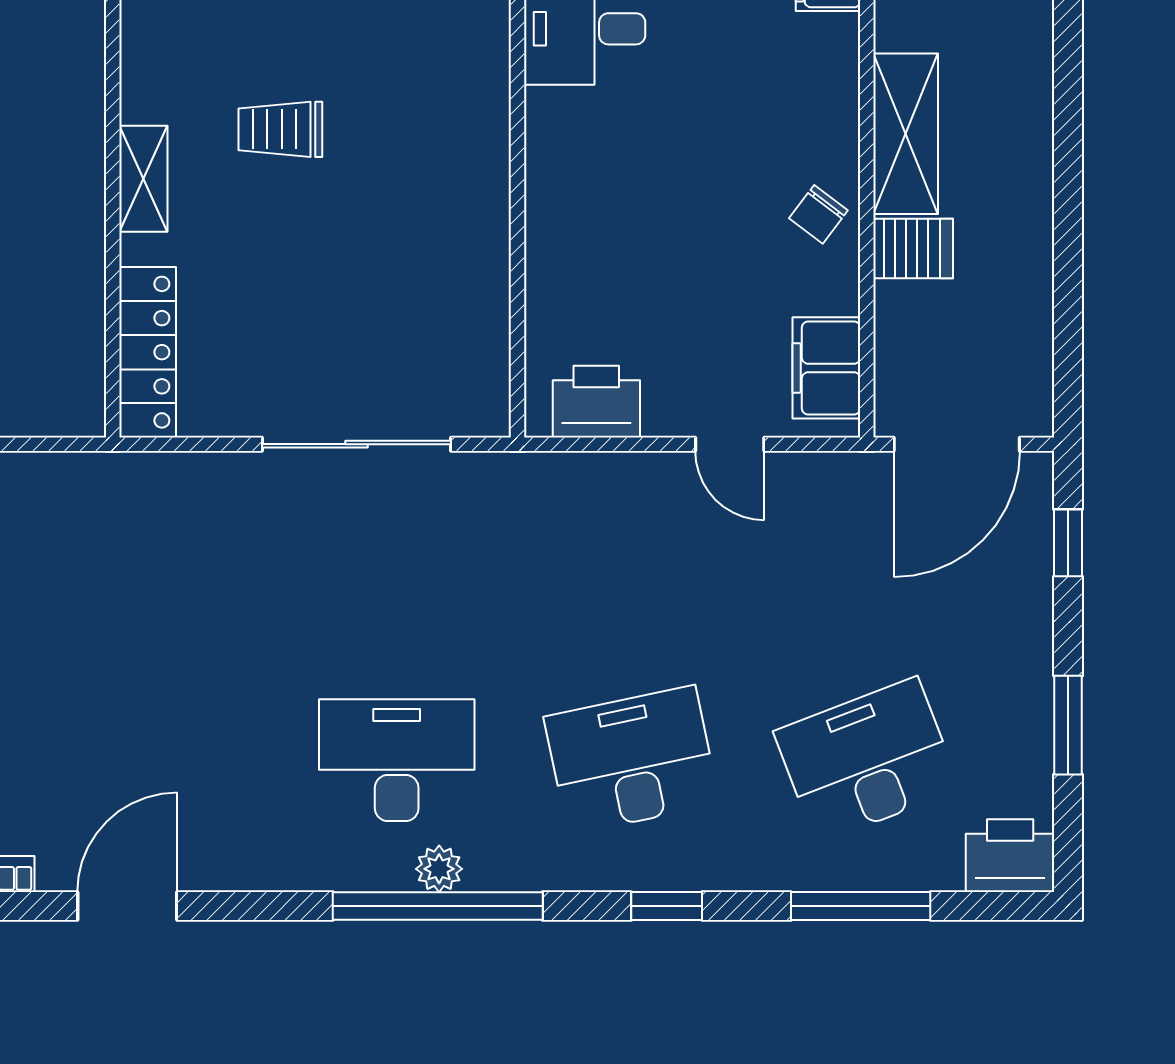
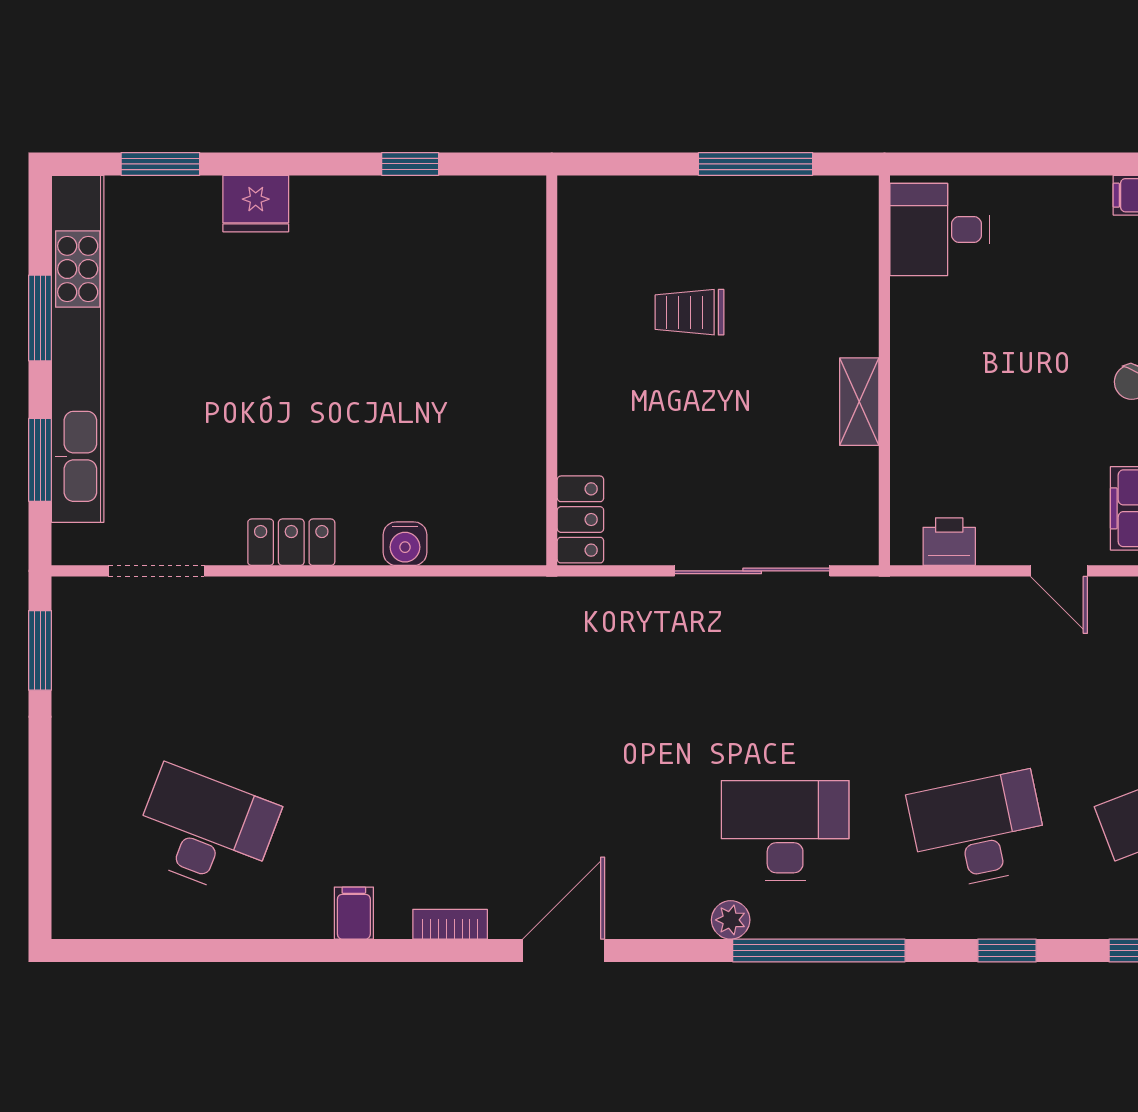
shelving: (143, 179) -> (859, 402), moved
locker: (148, 352) -> (580, 519), width x0.66
printer: (596, 402) -> (949, 542), width x0.73, depth x0.81
plant: (439, 869) -> (731, 920), moved

